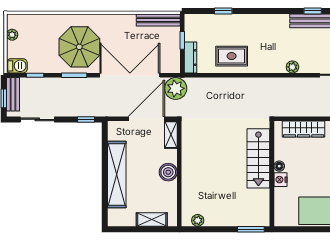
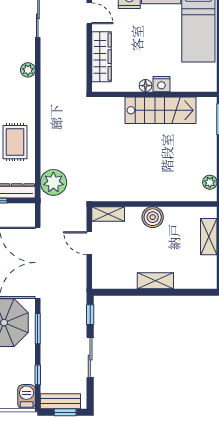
plant: (176, 88) -> (53, 182), moved
sliding door: (37, 119) -> (90, 358), moved
door: (146, 119) -> (89, 243), width x0.53
stairs: (258, 158) -> (161, 110), moved
shelving: (117, 174) -> (155, 281), width x0.45, depth x0.75

